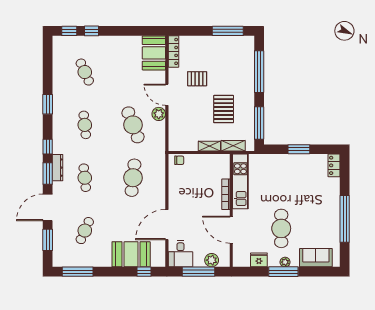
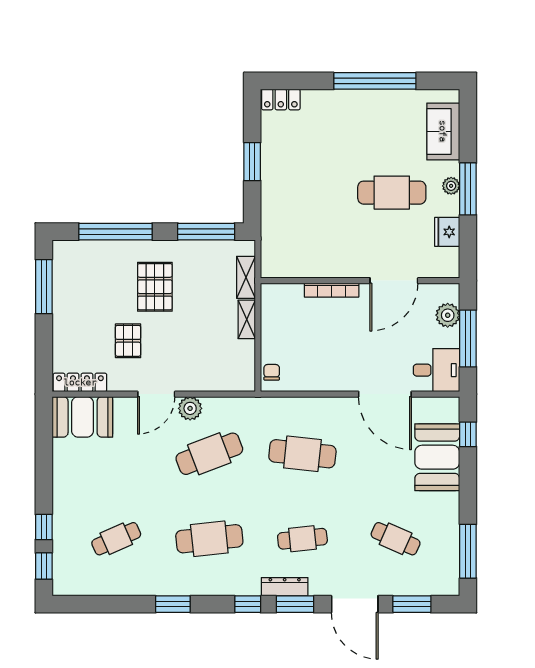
pallet: (224, 109) -> (155, 287), moved, turned 90
cafe table: (85, 125) -> (209, 539), width x1.37, depth x1.35
kitchen unit: (240, 181) -> (309, 265), removed

